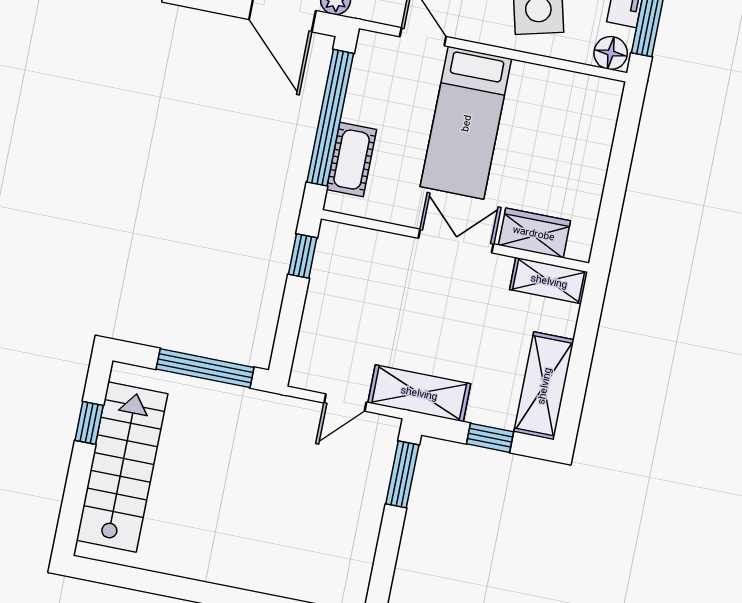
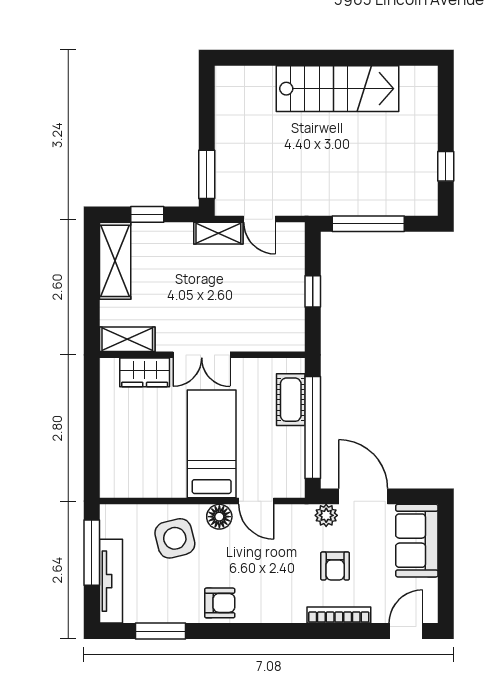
floor lamp: (611, 53) -> (219, 517), moved
window: (303, 256) -> (313, 291), moved
shelving: (419, 393) -> (218, 233), width x0.67, depth x0.75
door: (345, 403) -> (260, 219), swing flipped
stairs: (122, 467) -> (338, 89), moved, turned -90

